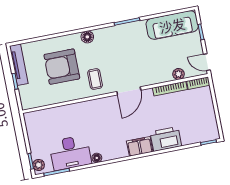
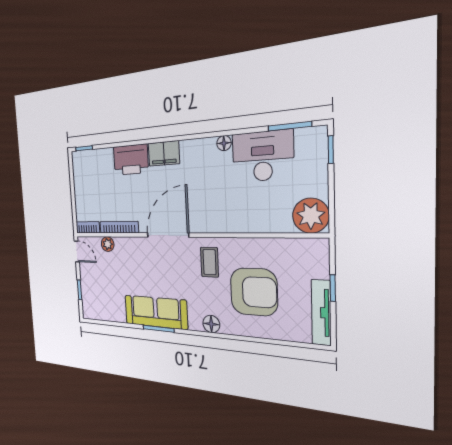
sofa: (172, 25) -> (156, 312), moved
door: (129, 91) -> (168, 235), width x1.36
plant: (39, 165) -> (311, 216), moved, width x1.88, depth x1.88

